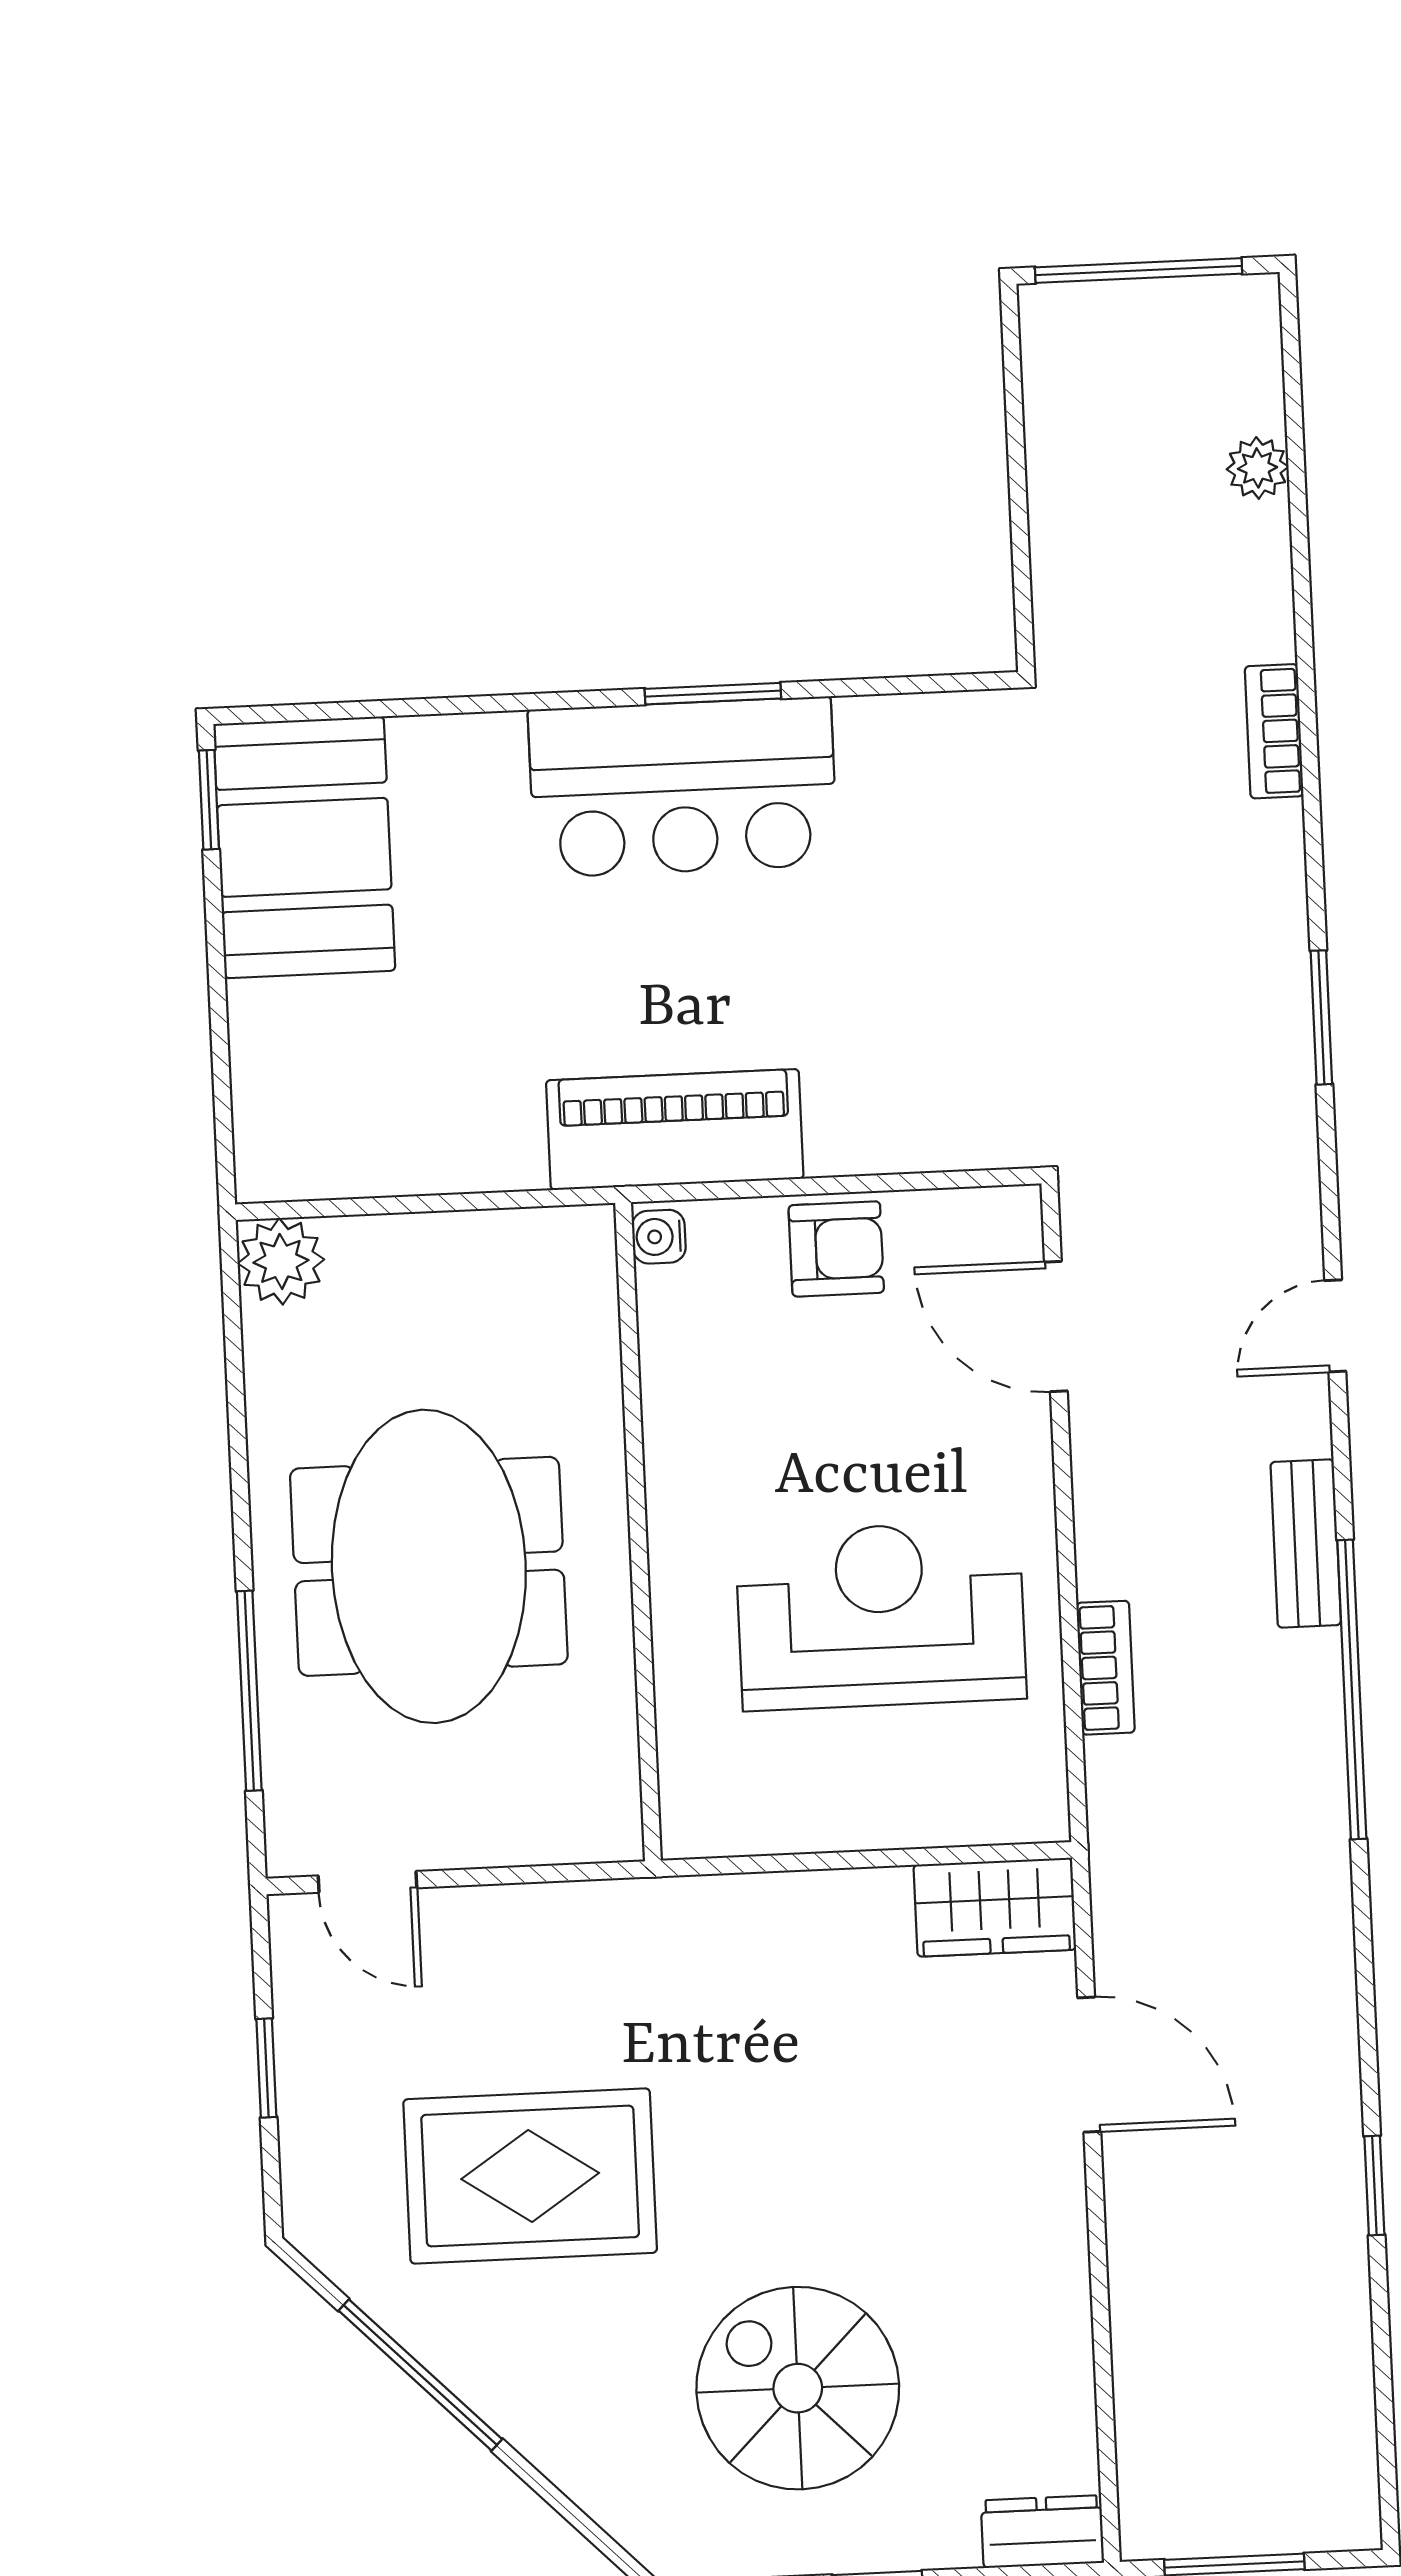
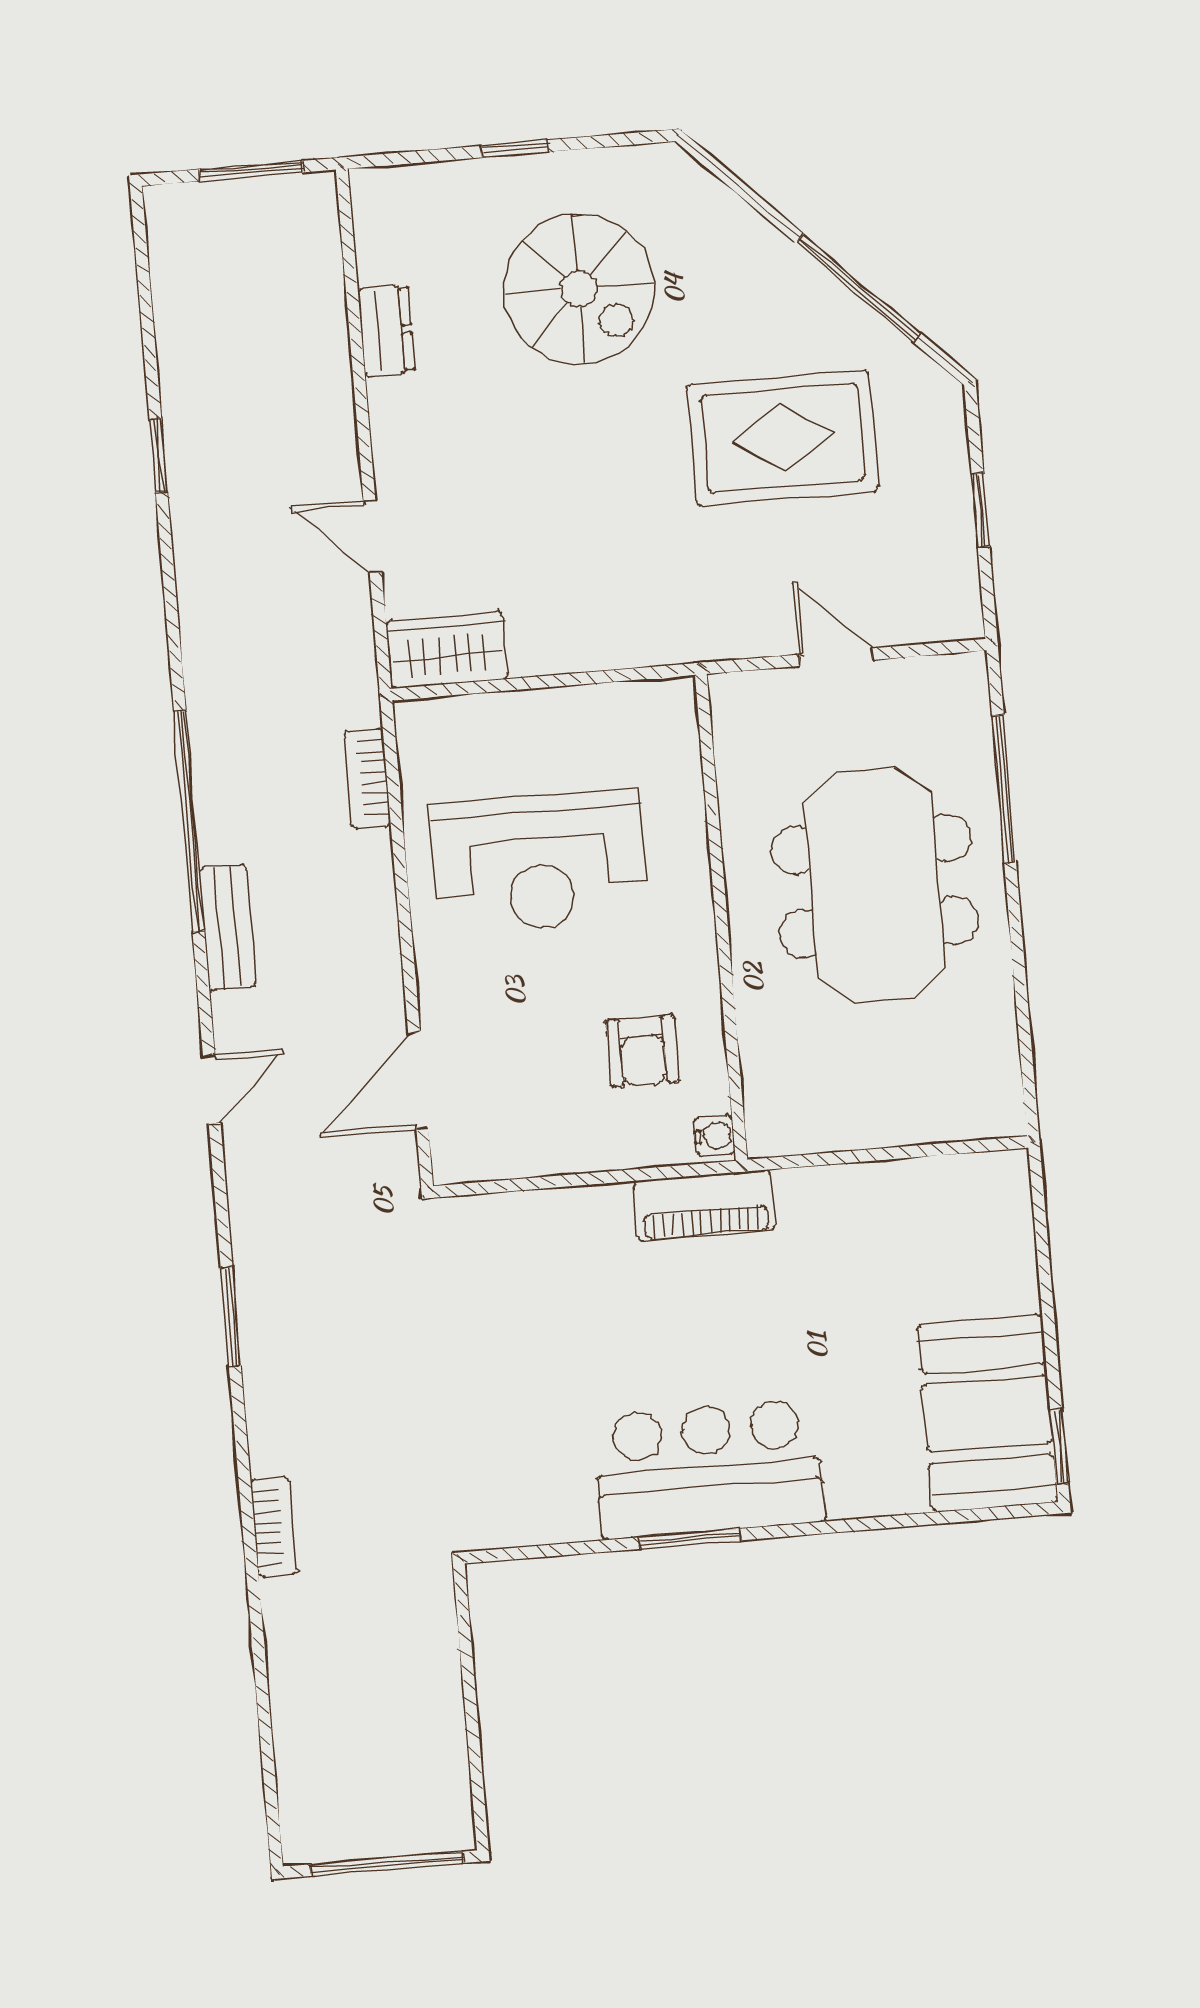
plant: (1258, 468) -> (294, 1721), removed
piano: (675, 1129) -> (705, 1206), width x0.73, depth x0.75
armchair: (836, 1249) -> (643, 1051), moved, turned -90
plant: (281, 1261) -> (993, 1107), removed
door: (1056, 1326) -> (418, 1081), swing flipped
bookcase: (1105, 1668) -> (367, 779), moved
door: (368, 1882) -> (836, 657), moved
door: (1089, 2065) -> (373, 536), width x0.73
dresser: (1042, 2532) -> (386, 331), moved, turned -90

